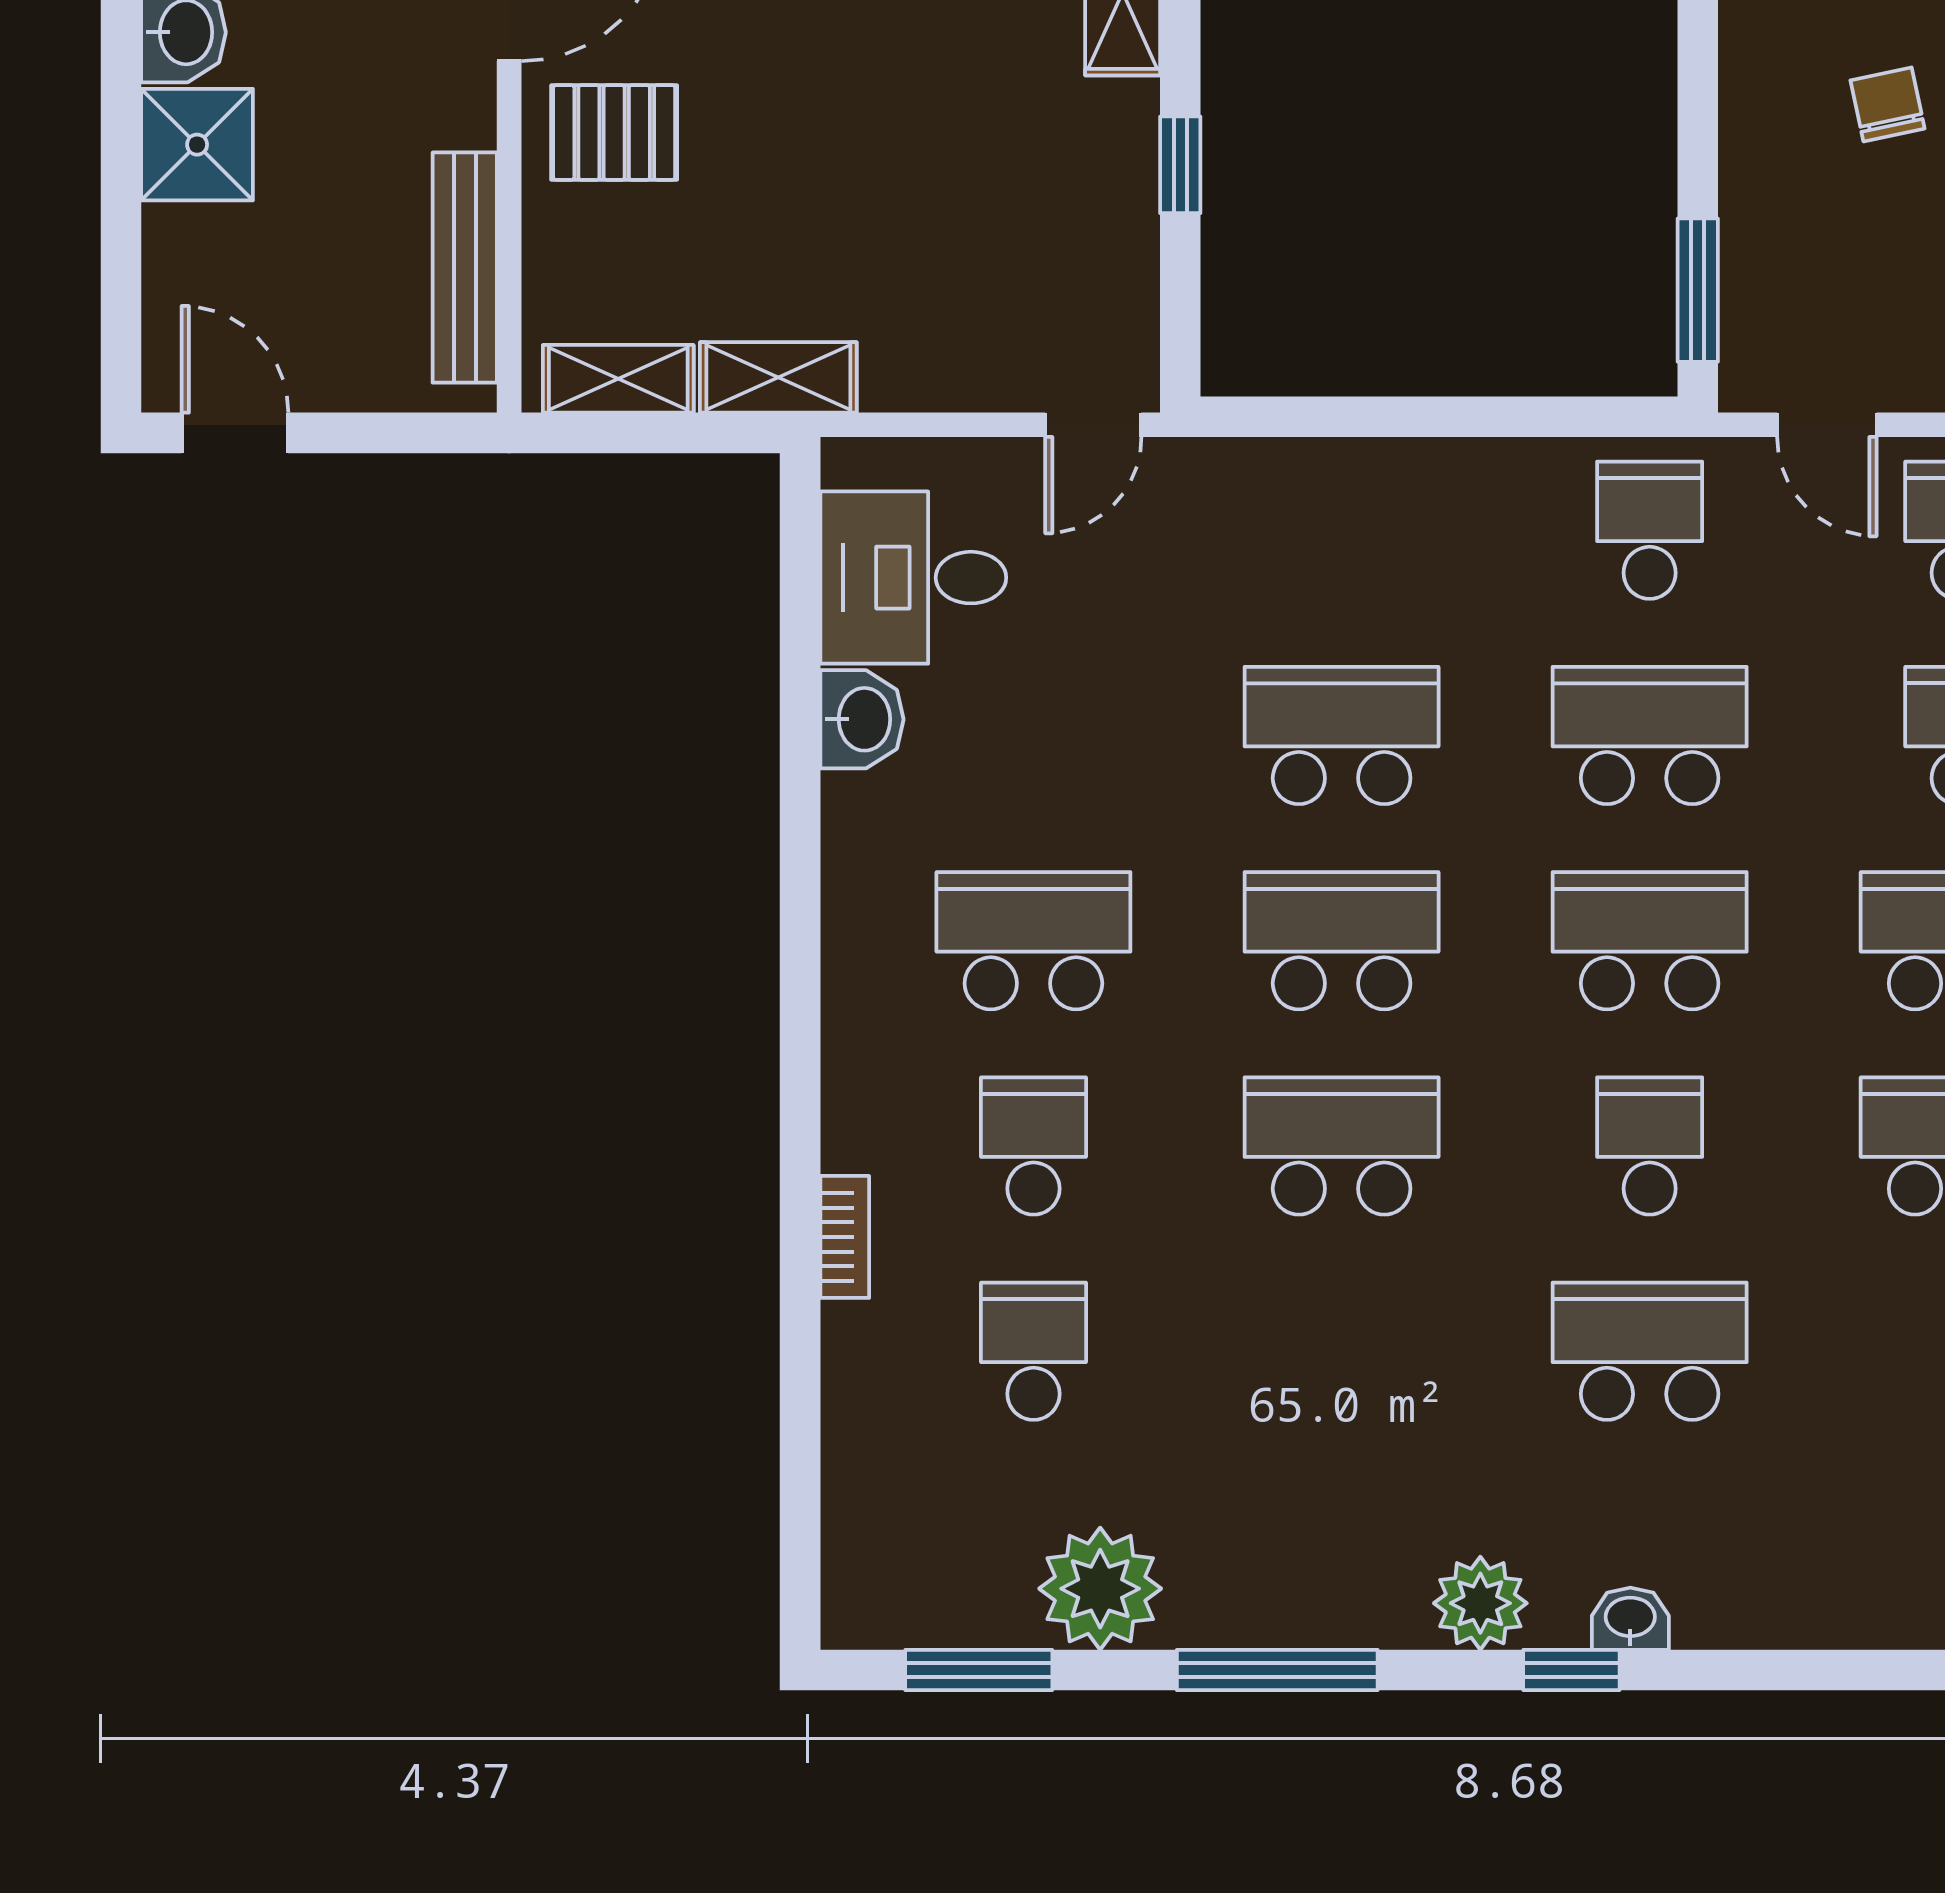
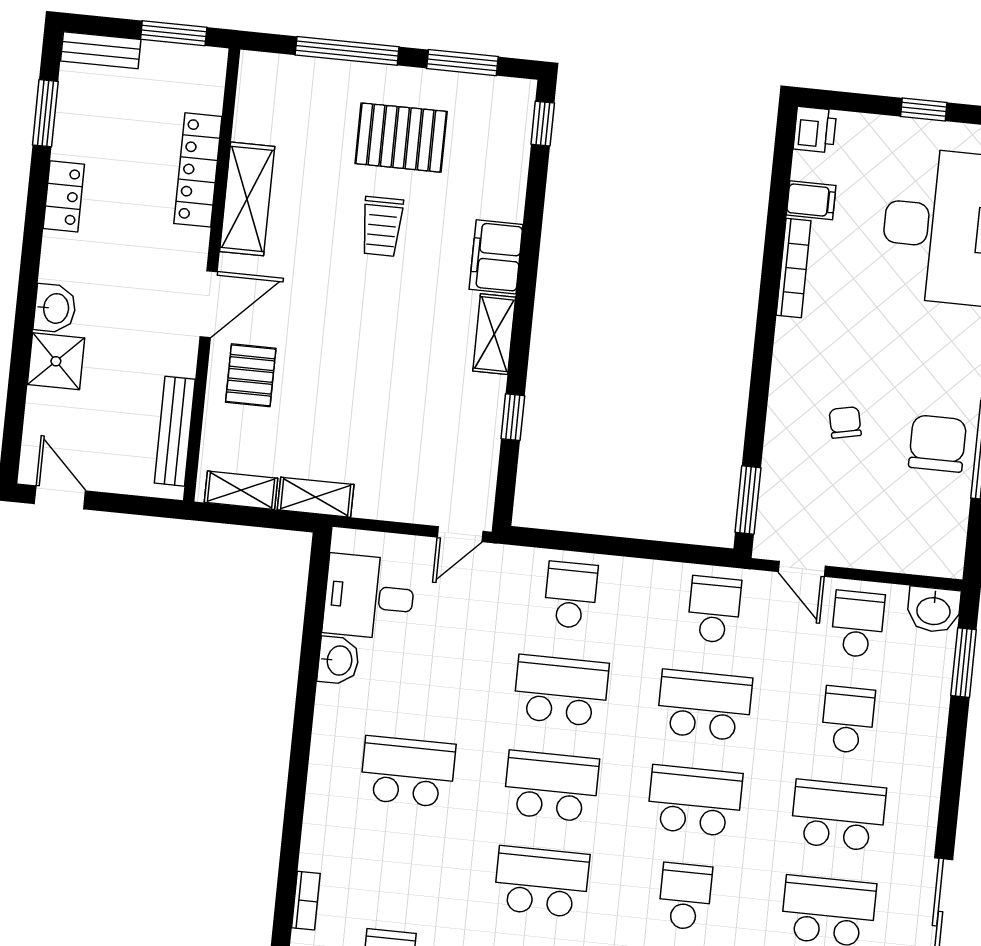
pallet: (614, 132) -> (251, 375), turned 90
school desk: (1033, 1146) -> (571, 595), moved

